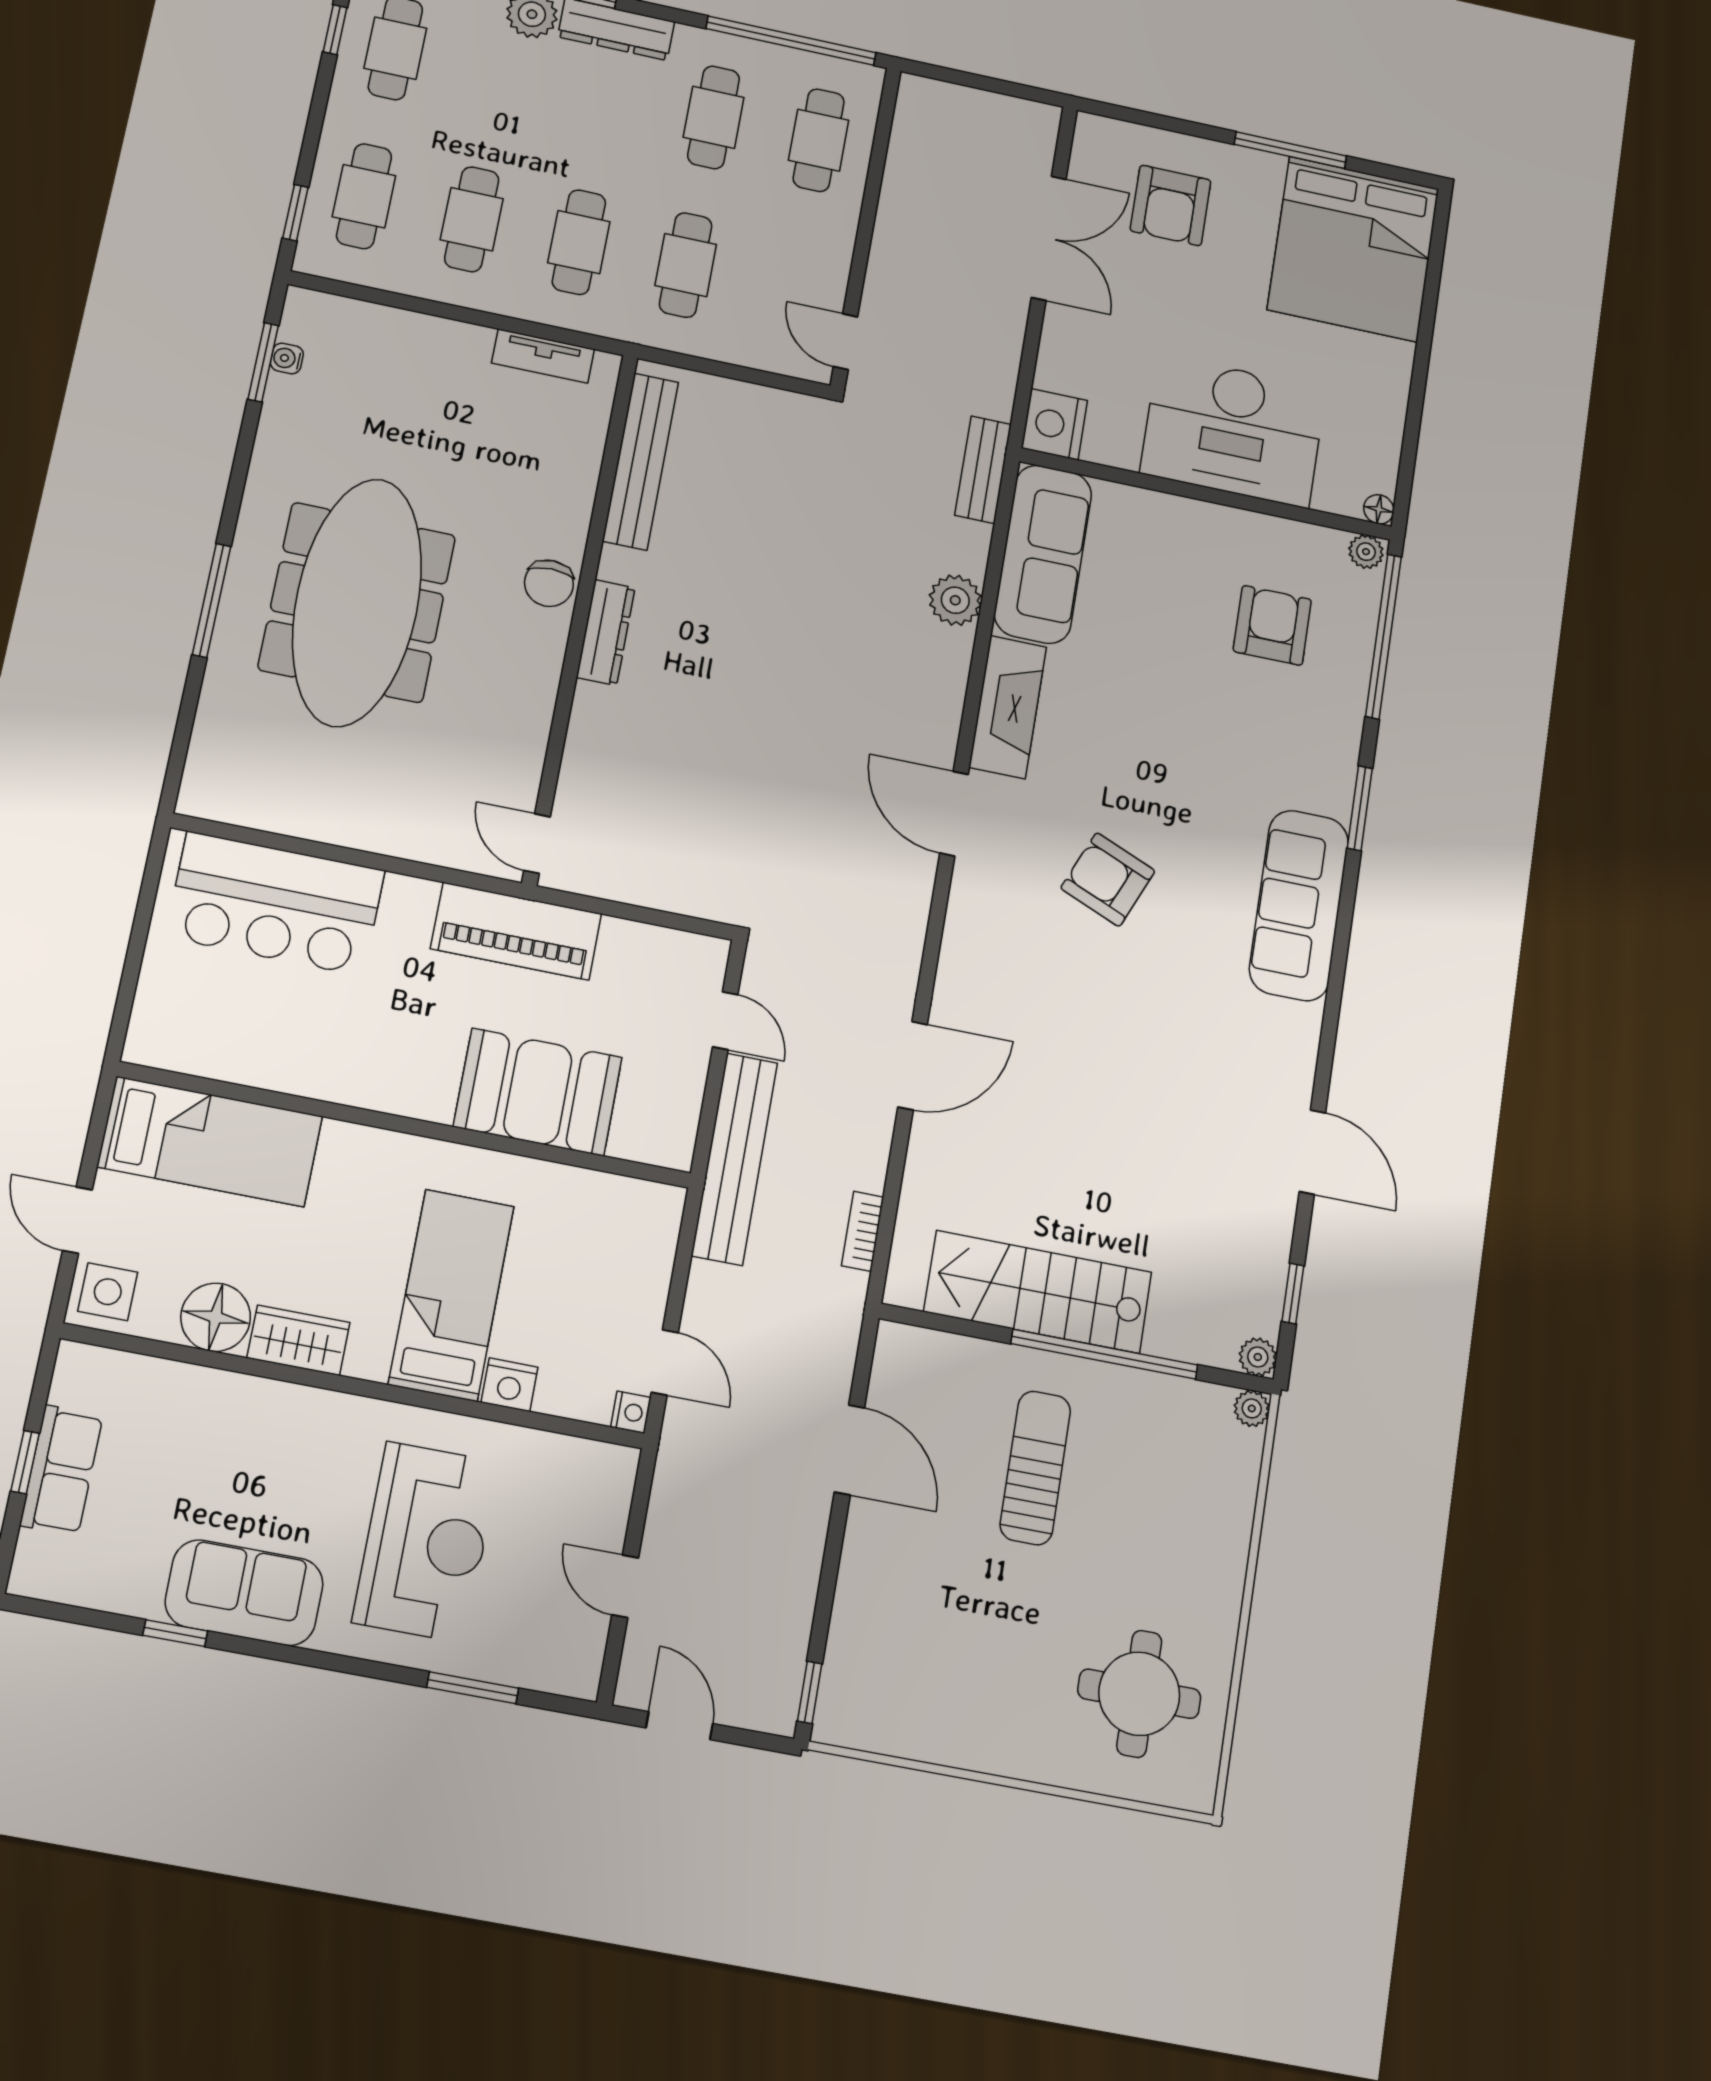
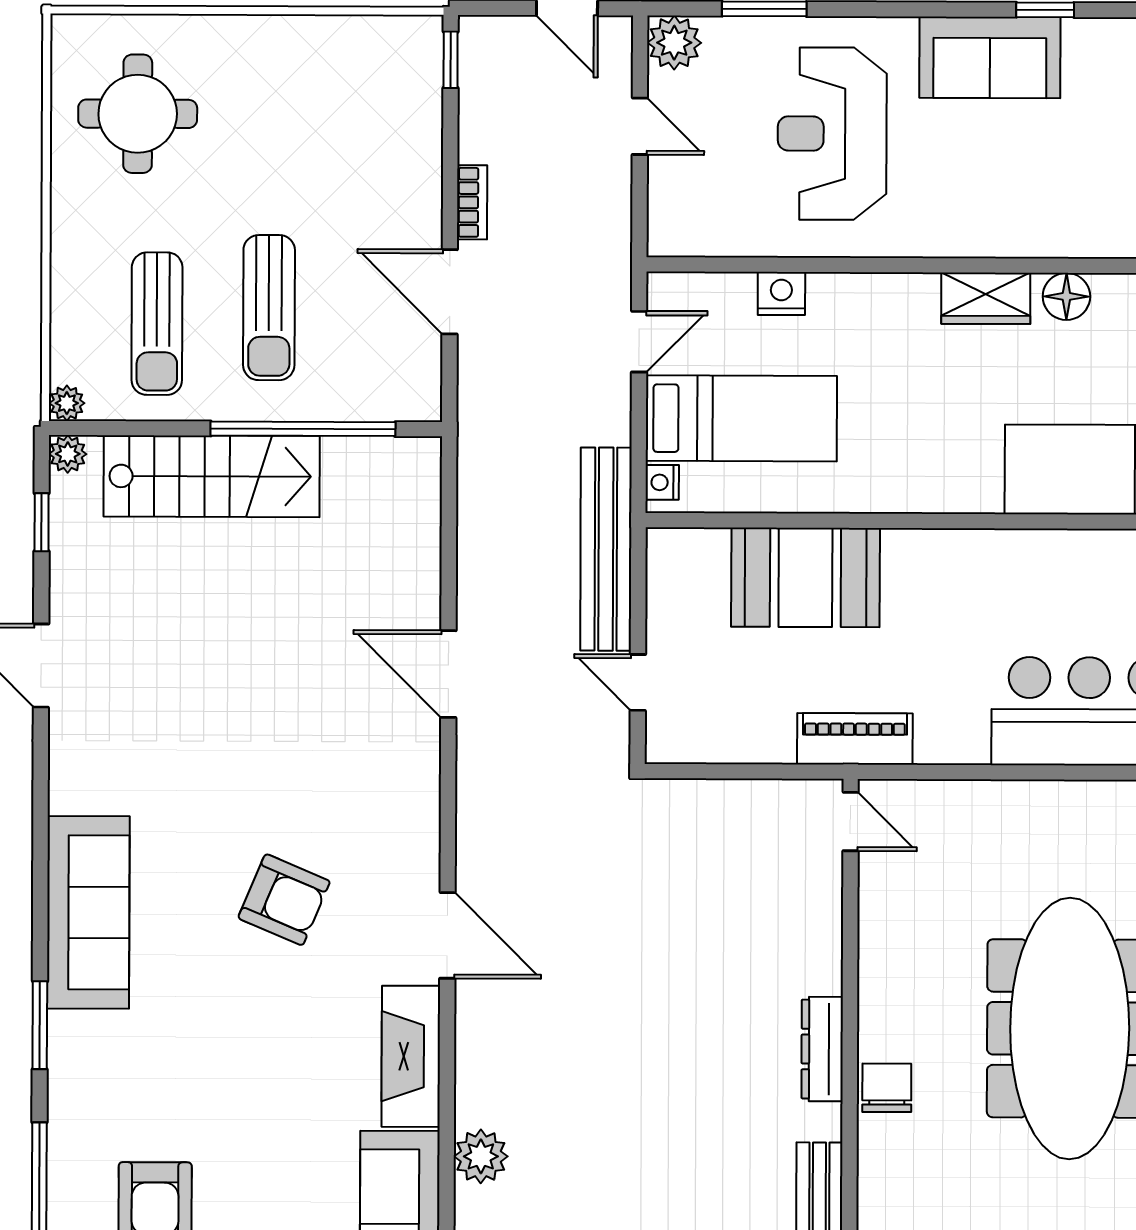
piano: (516, 931) -> (855, 739), width x0.73, depth x0.75
door: (913, 1066) -> (448, 674), hinge flipped
bookcase: (863, 1231) -> (472, 202), moved
stairs: (1038, 1292) -> (212, 476), moved
bed: (451, 1295) -> (741, 418), moved, turned -90
floor lamp: (216, 1317) -> (1066, 296), width x0.73, depth x0.73
window: (1104, 1354) -> (303, 429), moved
door: (665, 1362) -> (639, 342), swing flipped
nightstand: (631, 1412) -> (662, 482), moved
sun lounger: (1150, 1472) -> (157, 324), added
plant: (574, 1669) -> (674, 43), added

